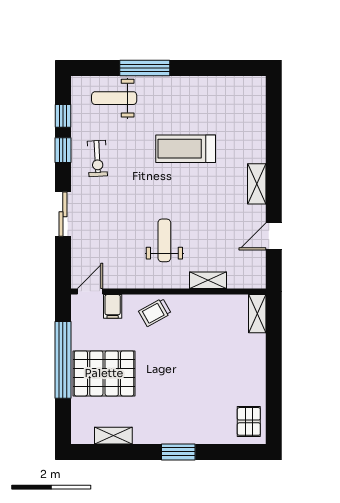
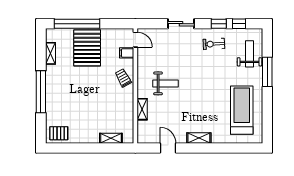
treadmill: (186, 149) -> (242, 110), moved, width x1.37, depth x1.38
shelving: (257, 314) -> (111, 138), moved
window: (63, 360) -> (77, 24), moved
window: (178, 452) -> (41, 92), width x2.11

